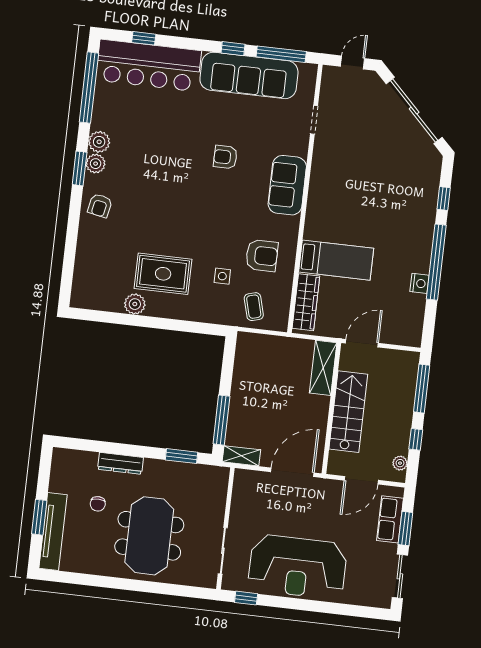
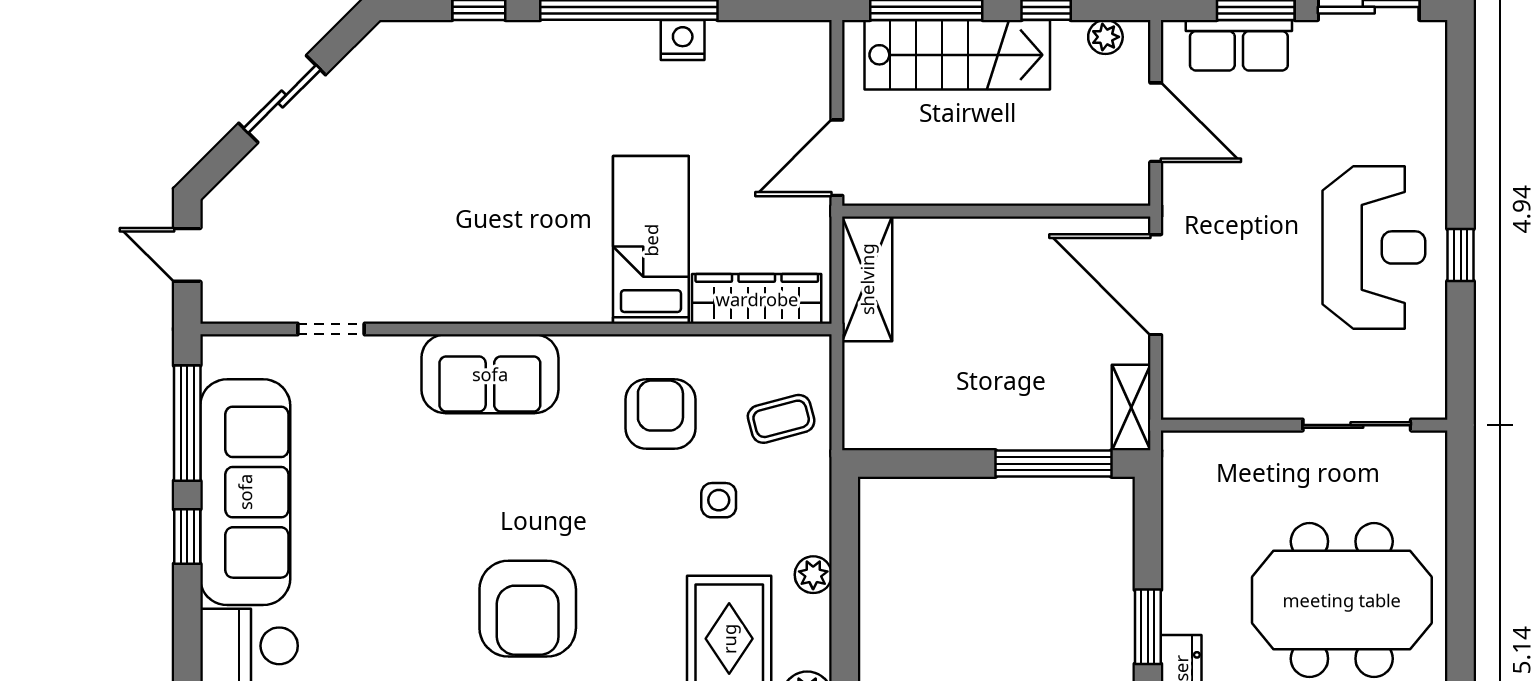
sliding door: (414, 110) -> (282, 99), width x0.54
armchair: (225, 157) -> (528, 609), moved, width x1.88, depth x1.88
plant: (186, 313) -> (813, 575), added
door: (362, 343) -> (837, 158), hinge flipped
shelving: (323, 368) -> (867, 279), moved, turned 90
stairs: (348, 412) -> (957, 55), moved, turned 180
window: (182, 456) -> (1148, 627), moved
reception desk: (297, 567) -> (1374, 247), width x0.74, depth x0.77
window: (246, 598) -> (1461, 255), moved

